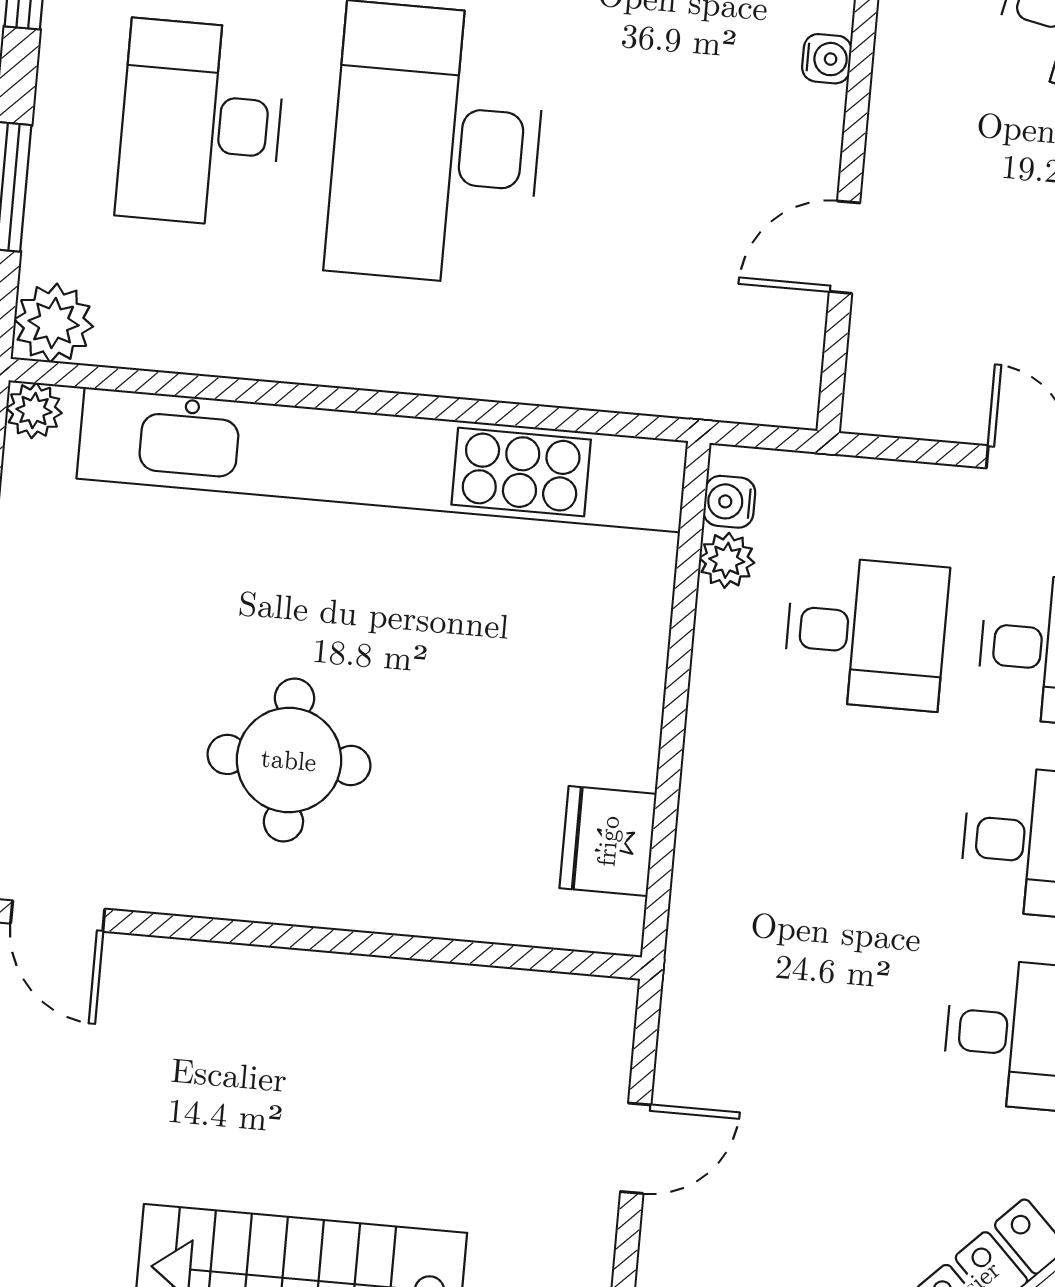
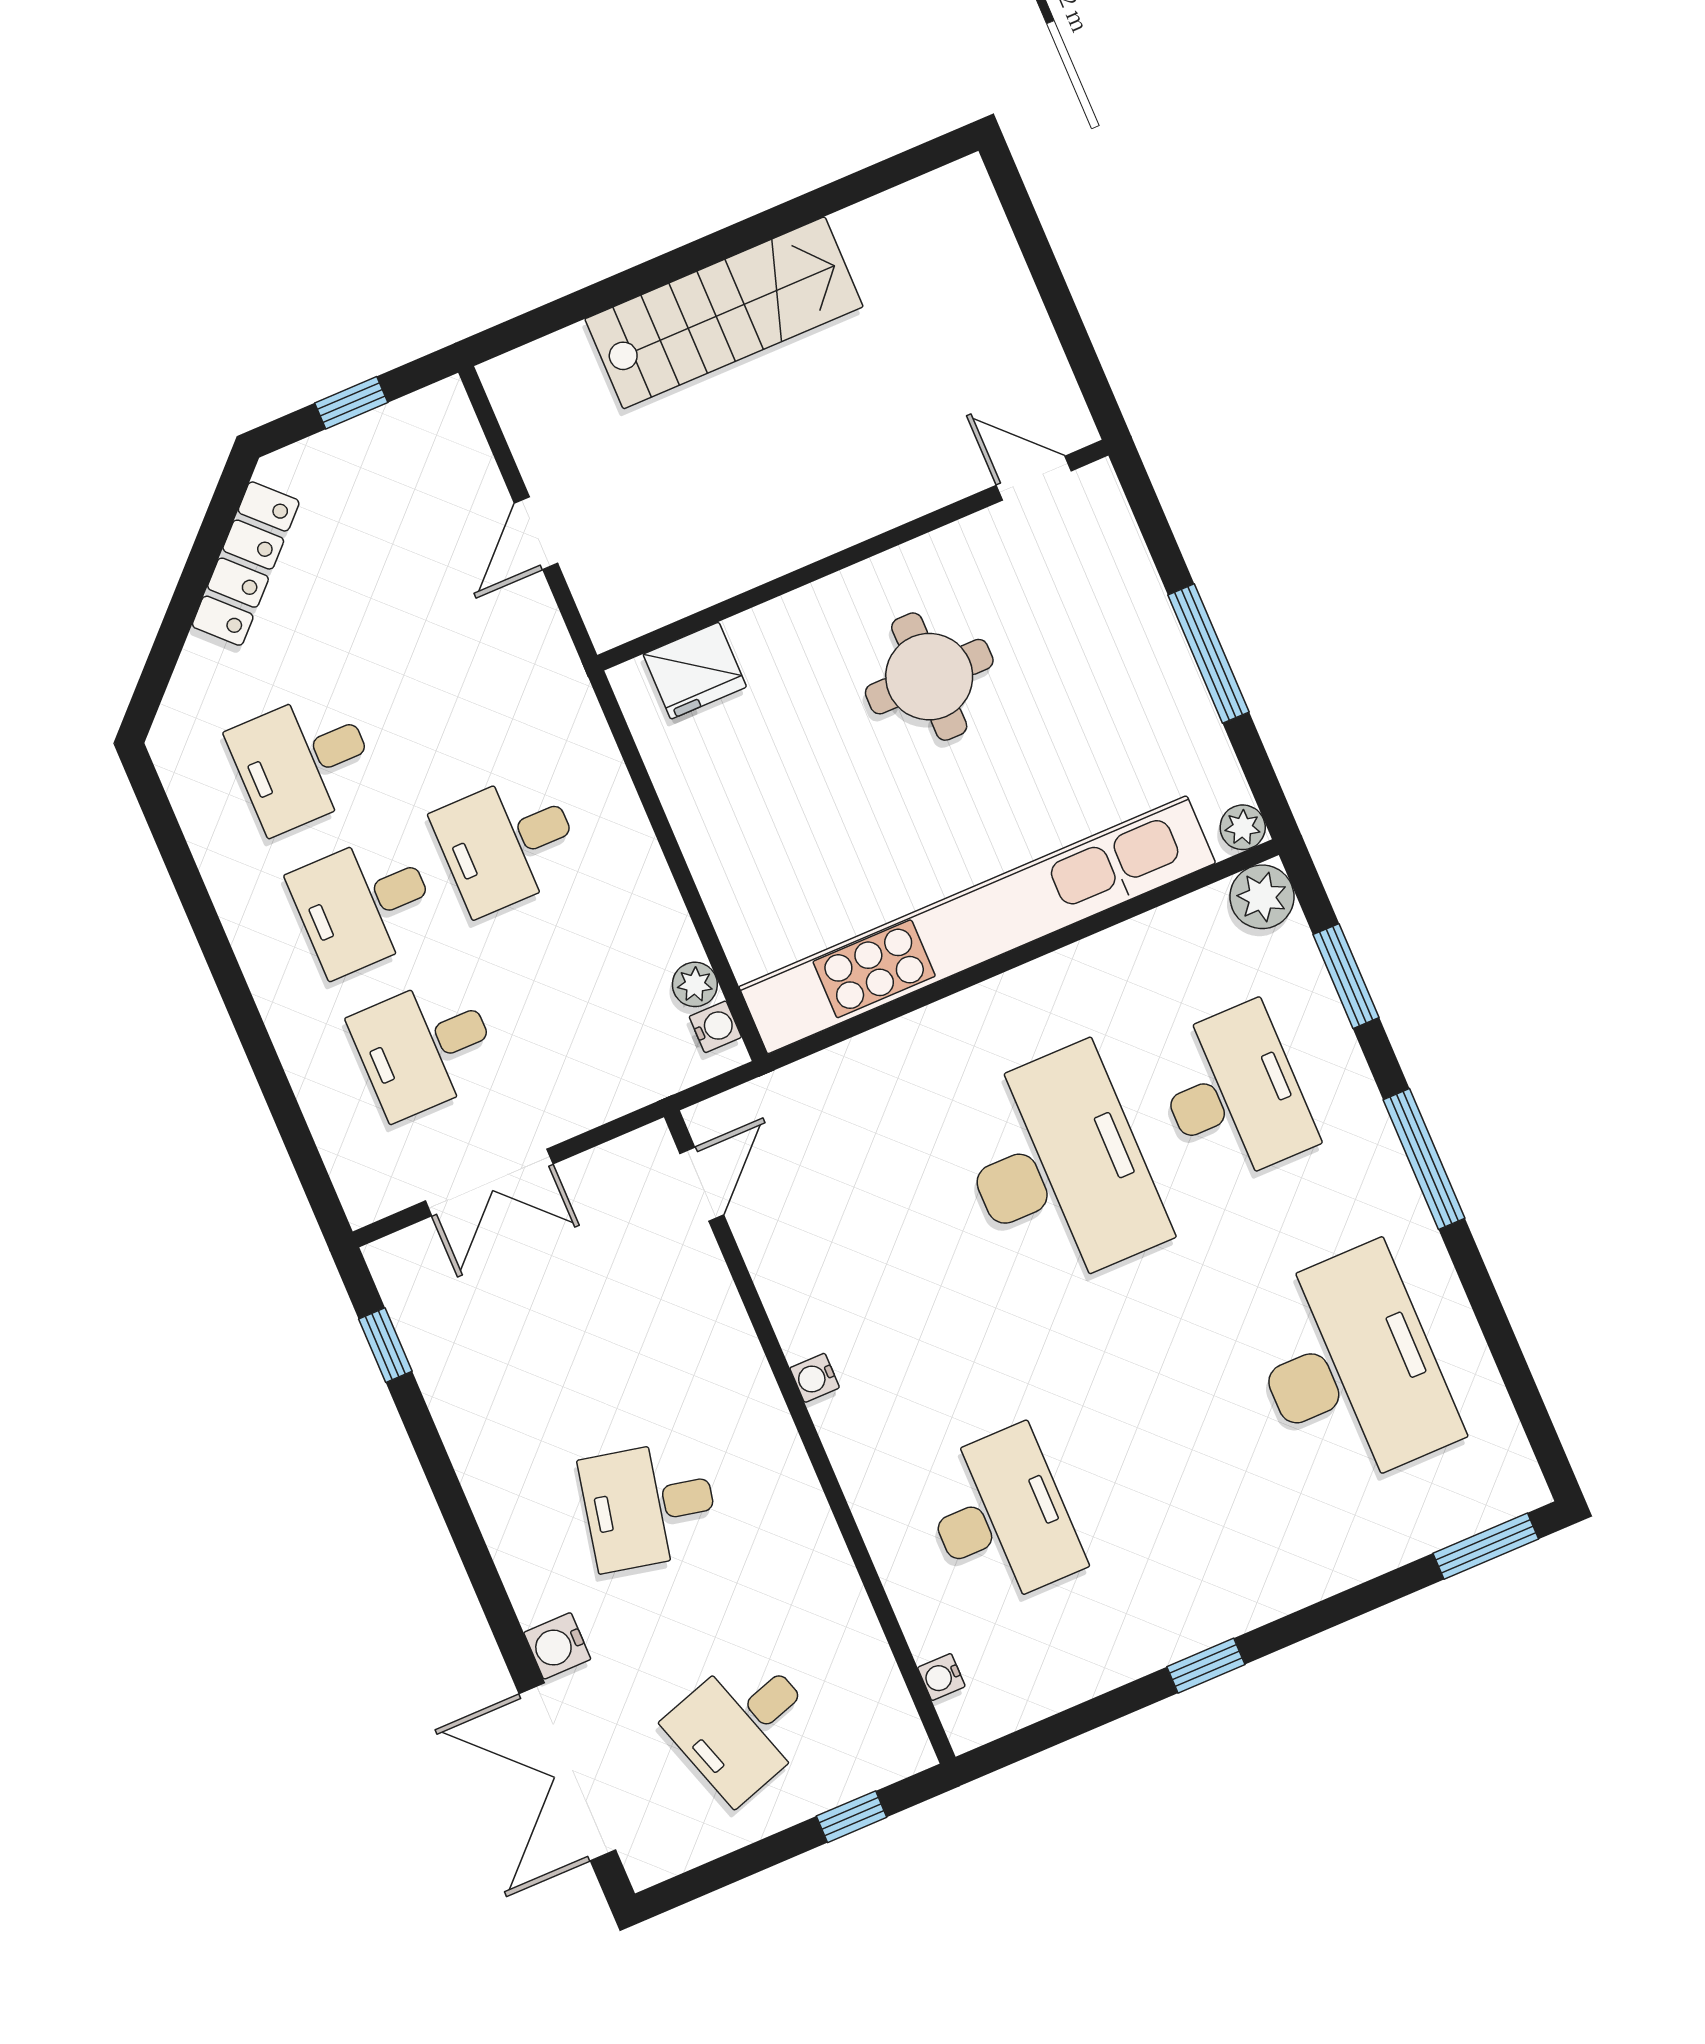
door: (845, 247) -> (702, 1184), moved
desk: (866, 633) -> (508, 843), moved
fridge: (608, 841) -> (695, 671), moved, turned 90

